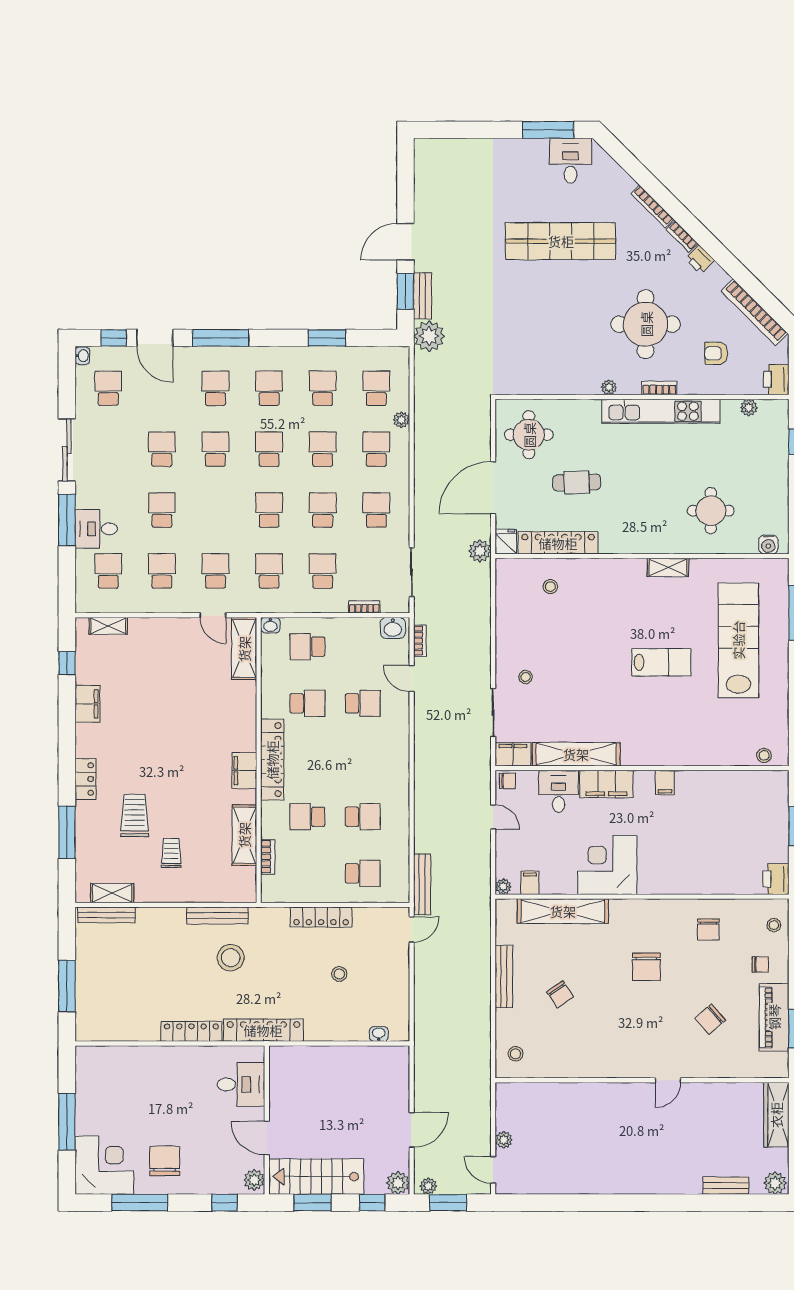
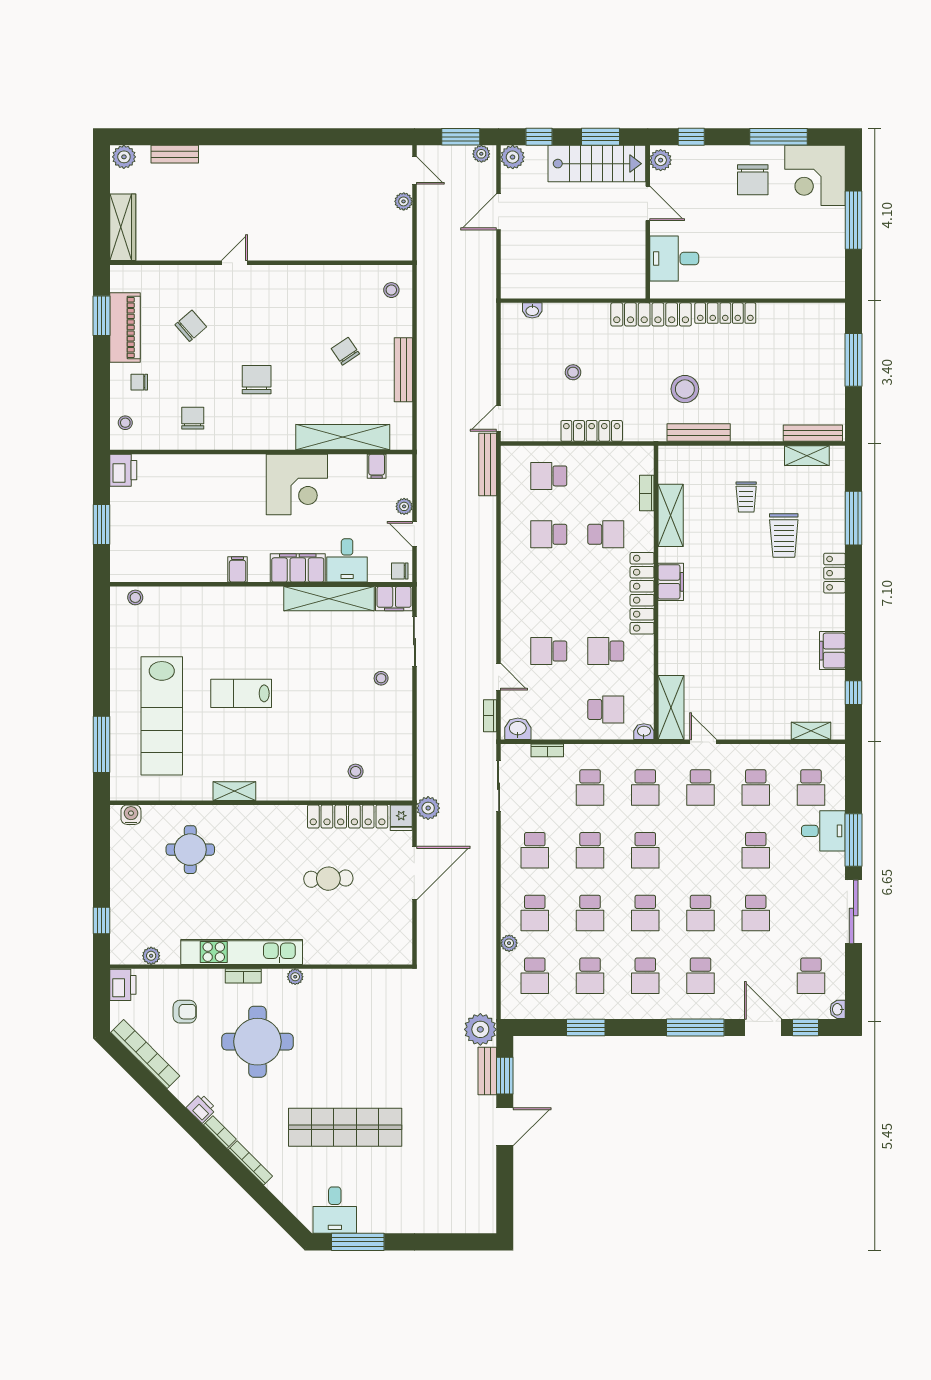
round table: (529, 435) -> (378, 928), removed
plant: (503, 887) -> (404, 506), moved

